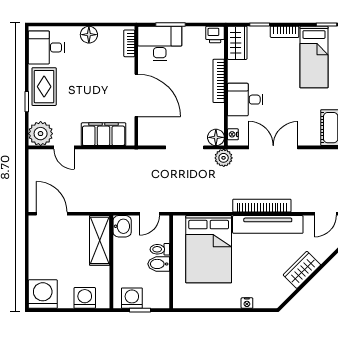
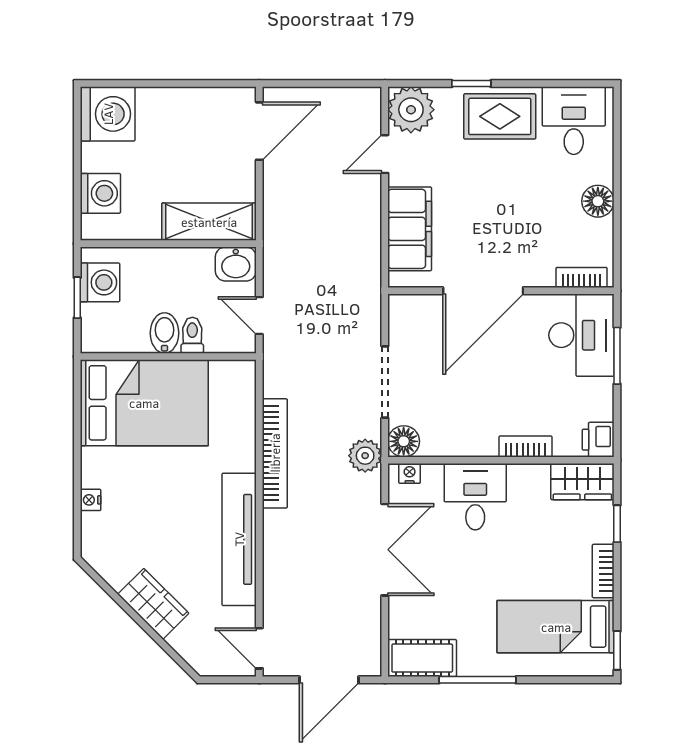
bookcase: (219, 81) -> (525, 446), width x0.64
bookcase: (262, 206) -> (275, 453), moved
bed: (209, 249) -> (144, 403), moved, turned 180

